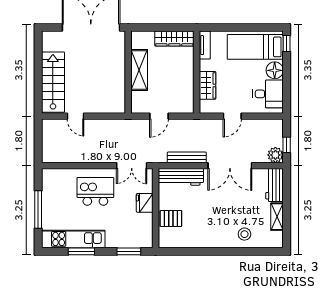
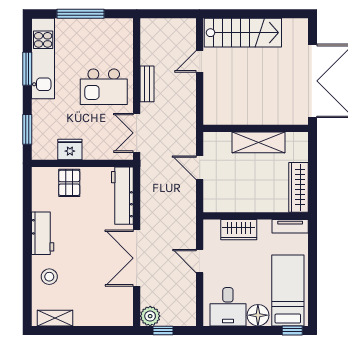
bench: (187, 157) -> (147, 84), moved, width x0.73
workbench: (275, 185) -> (43, 233), moved, turned 90
kitchen island: (95, 191) -> (104, 87), turned 90
fridge: (145, 203) -> (70, 149), moved
shelving: (277, 217) -> (55, 318), moved

